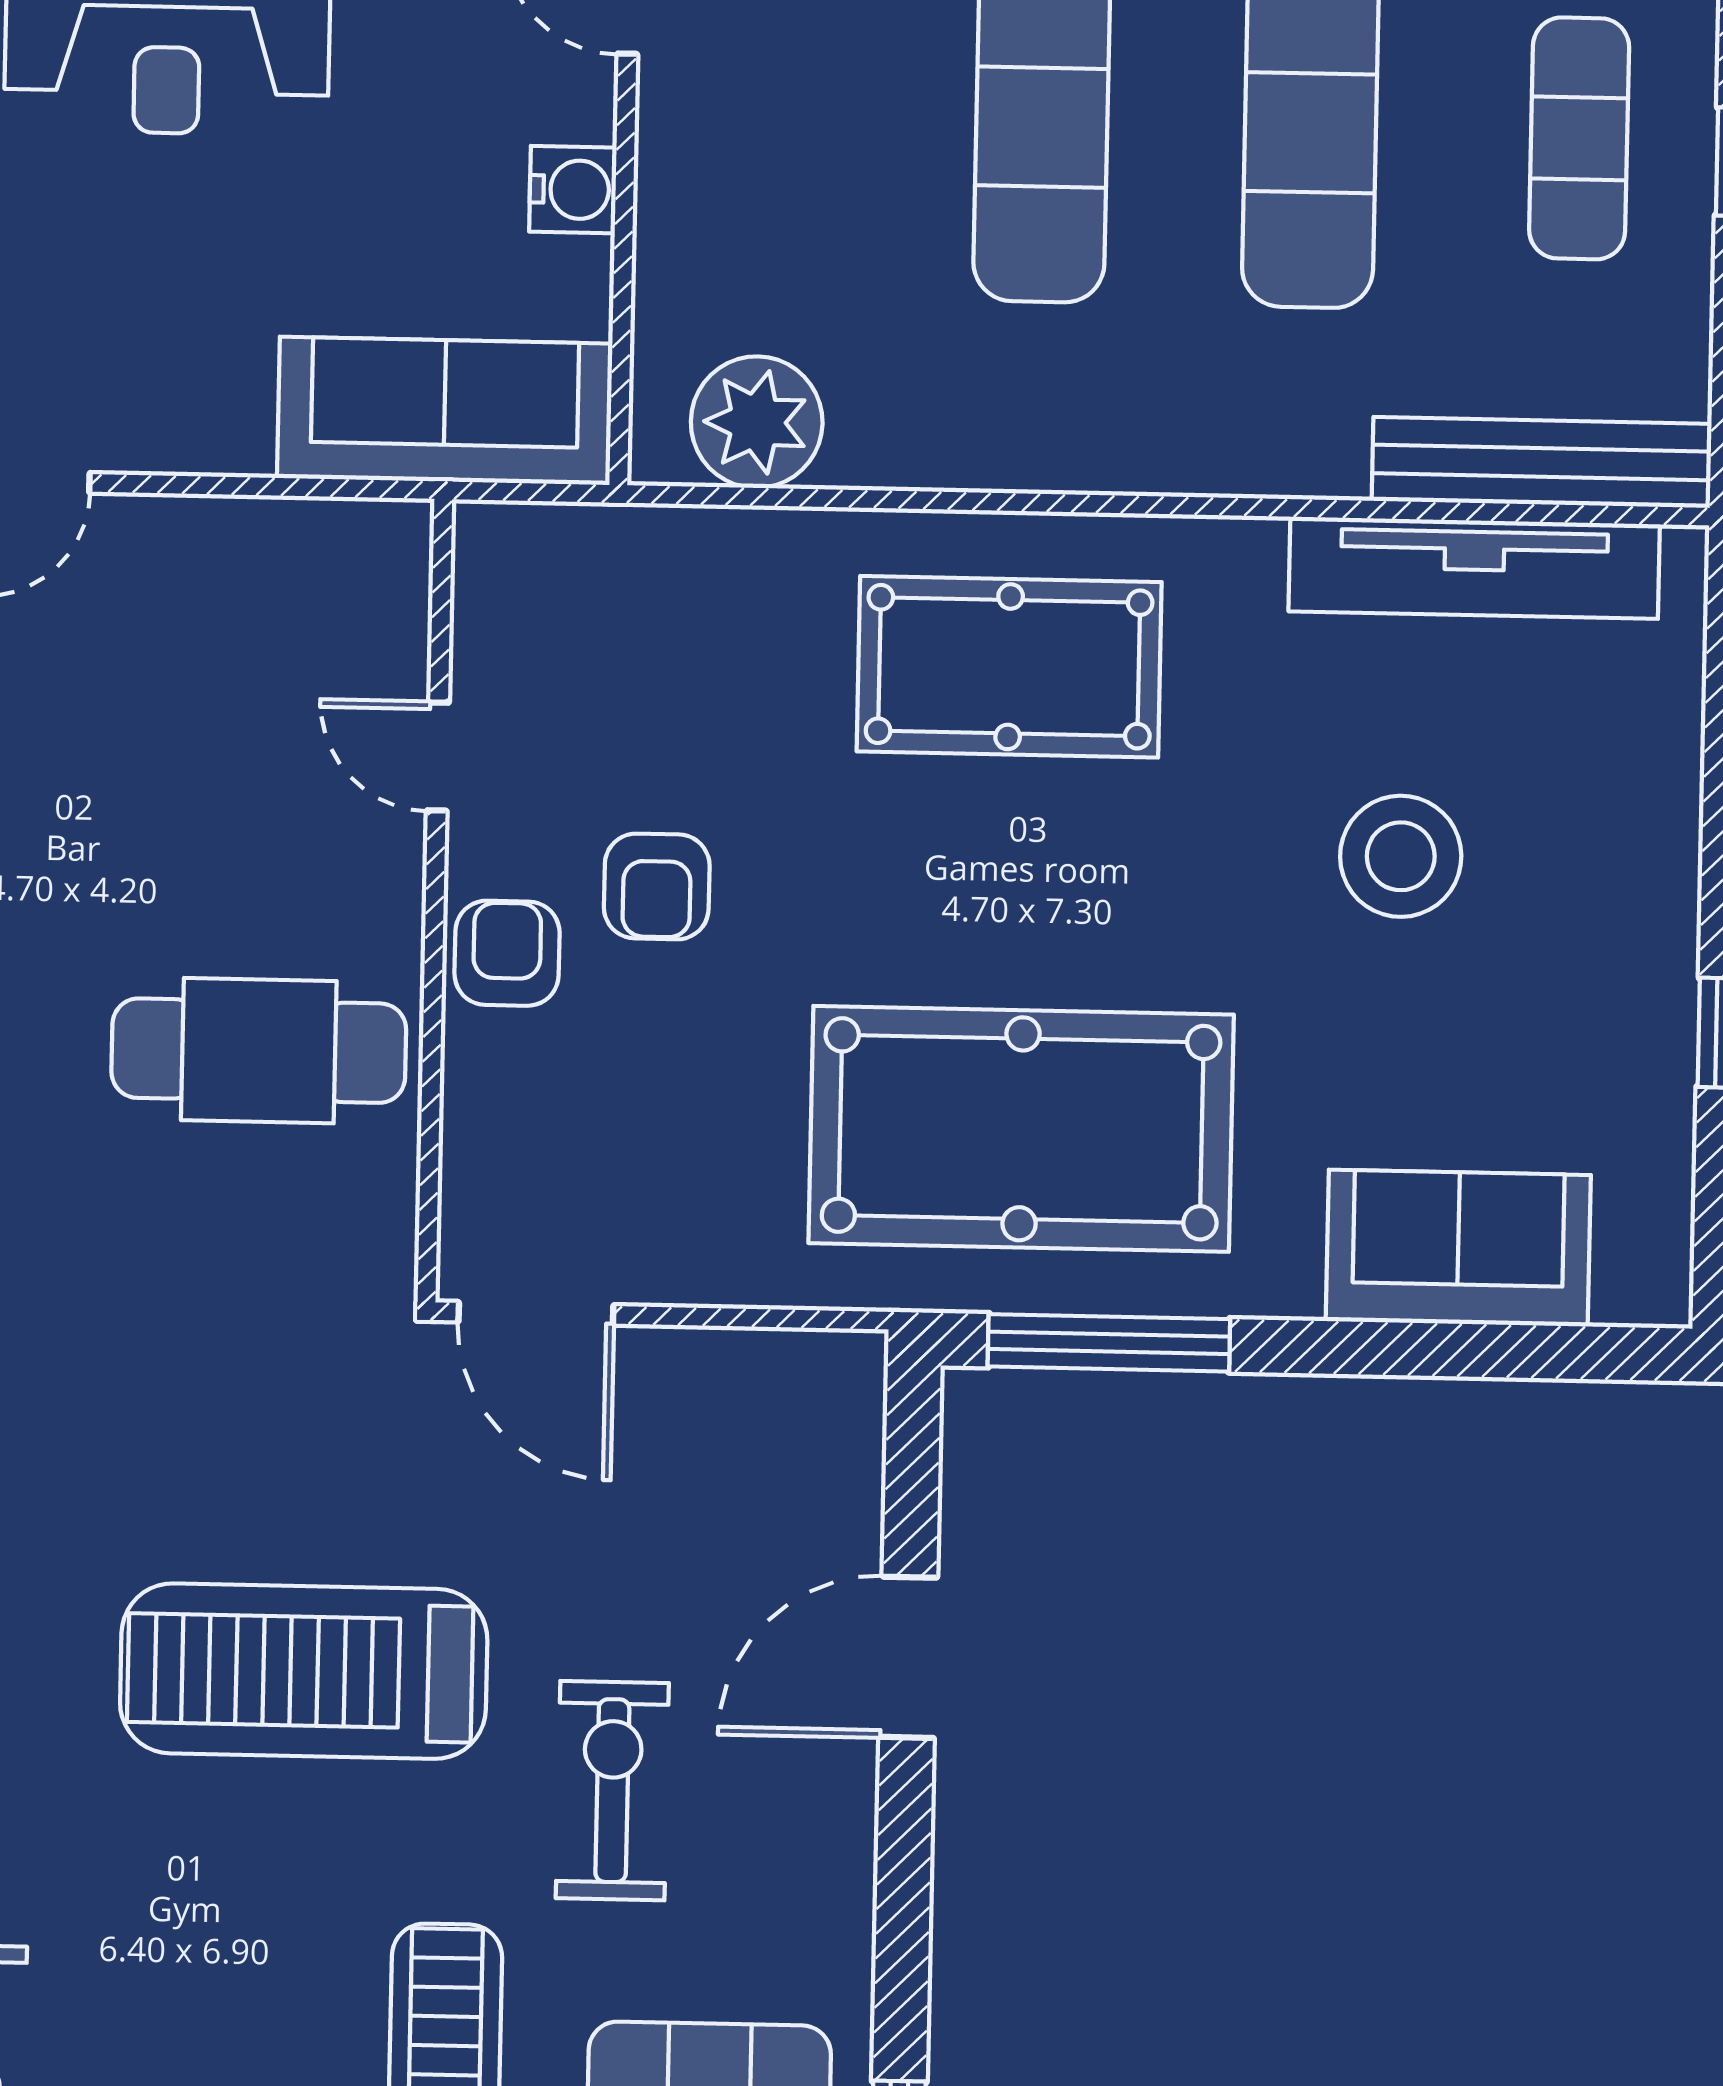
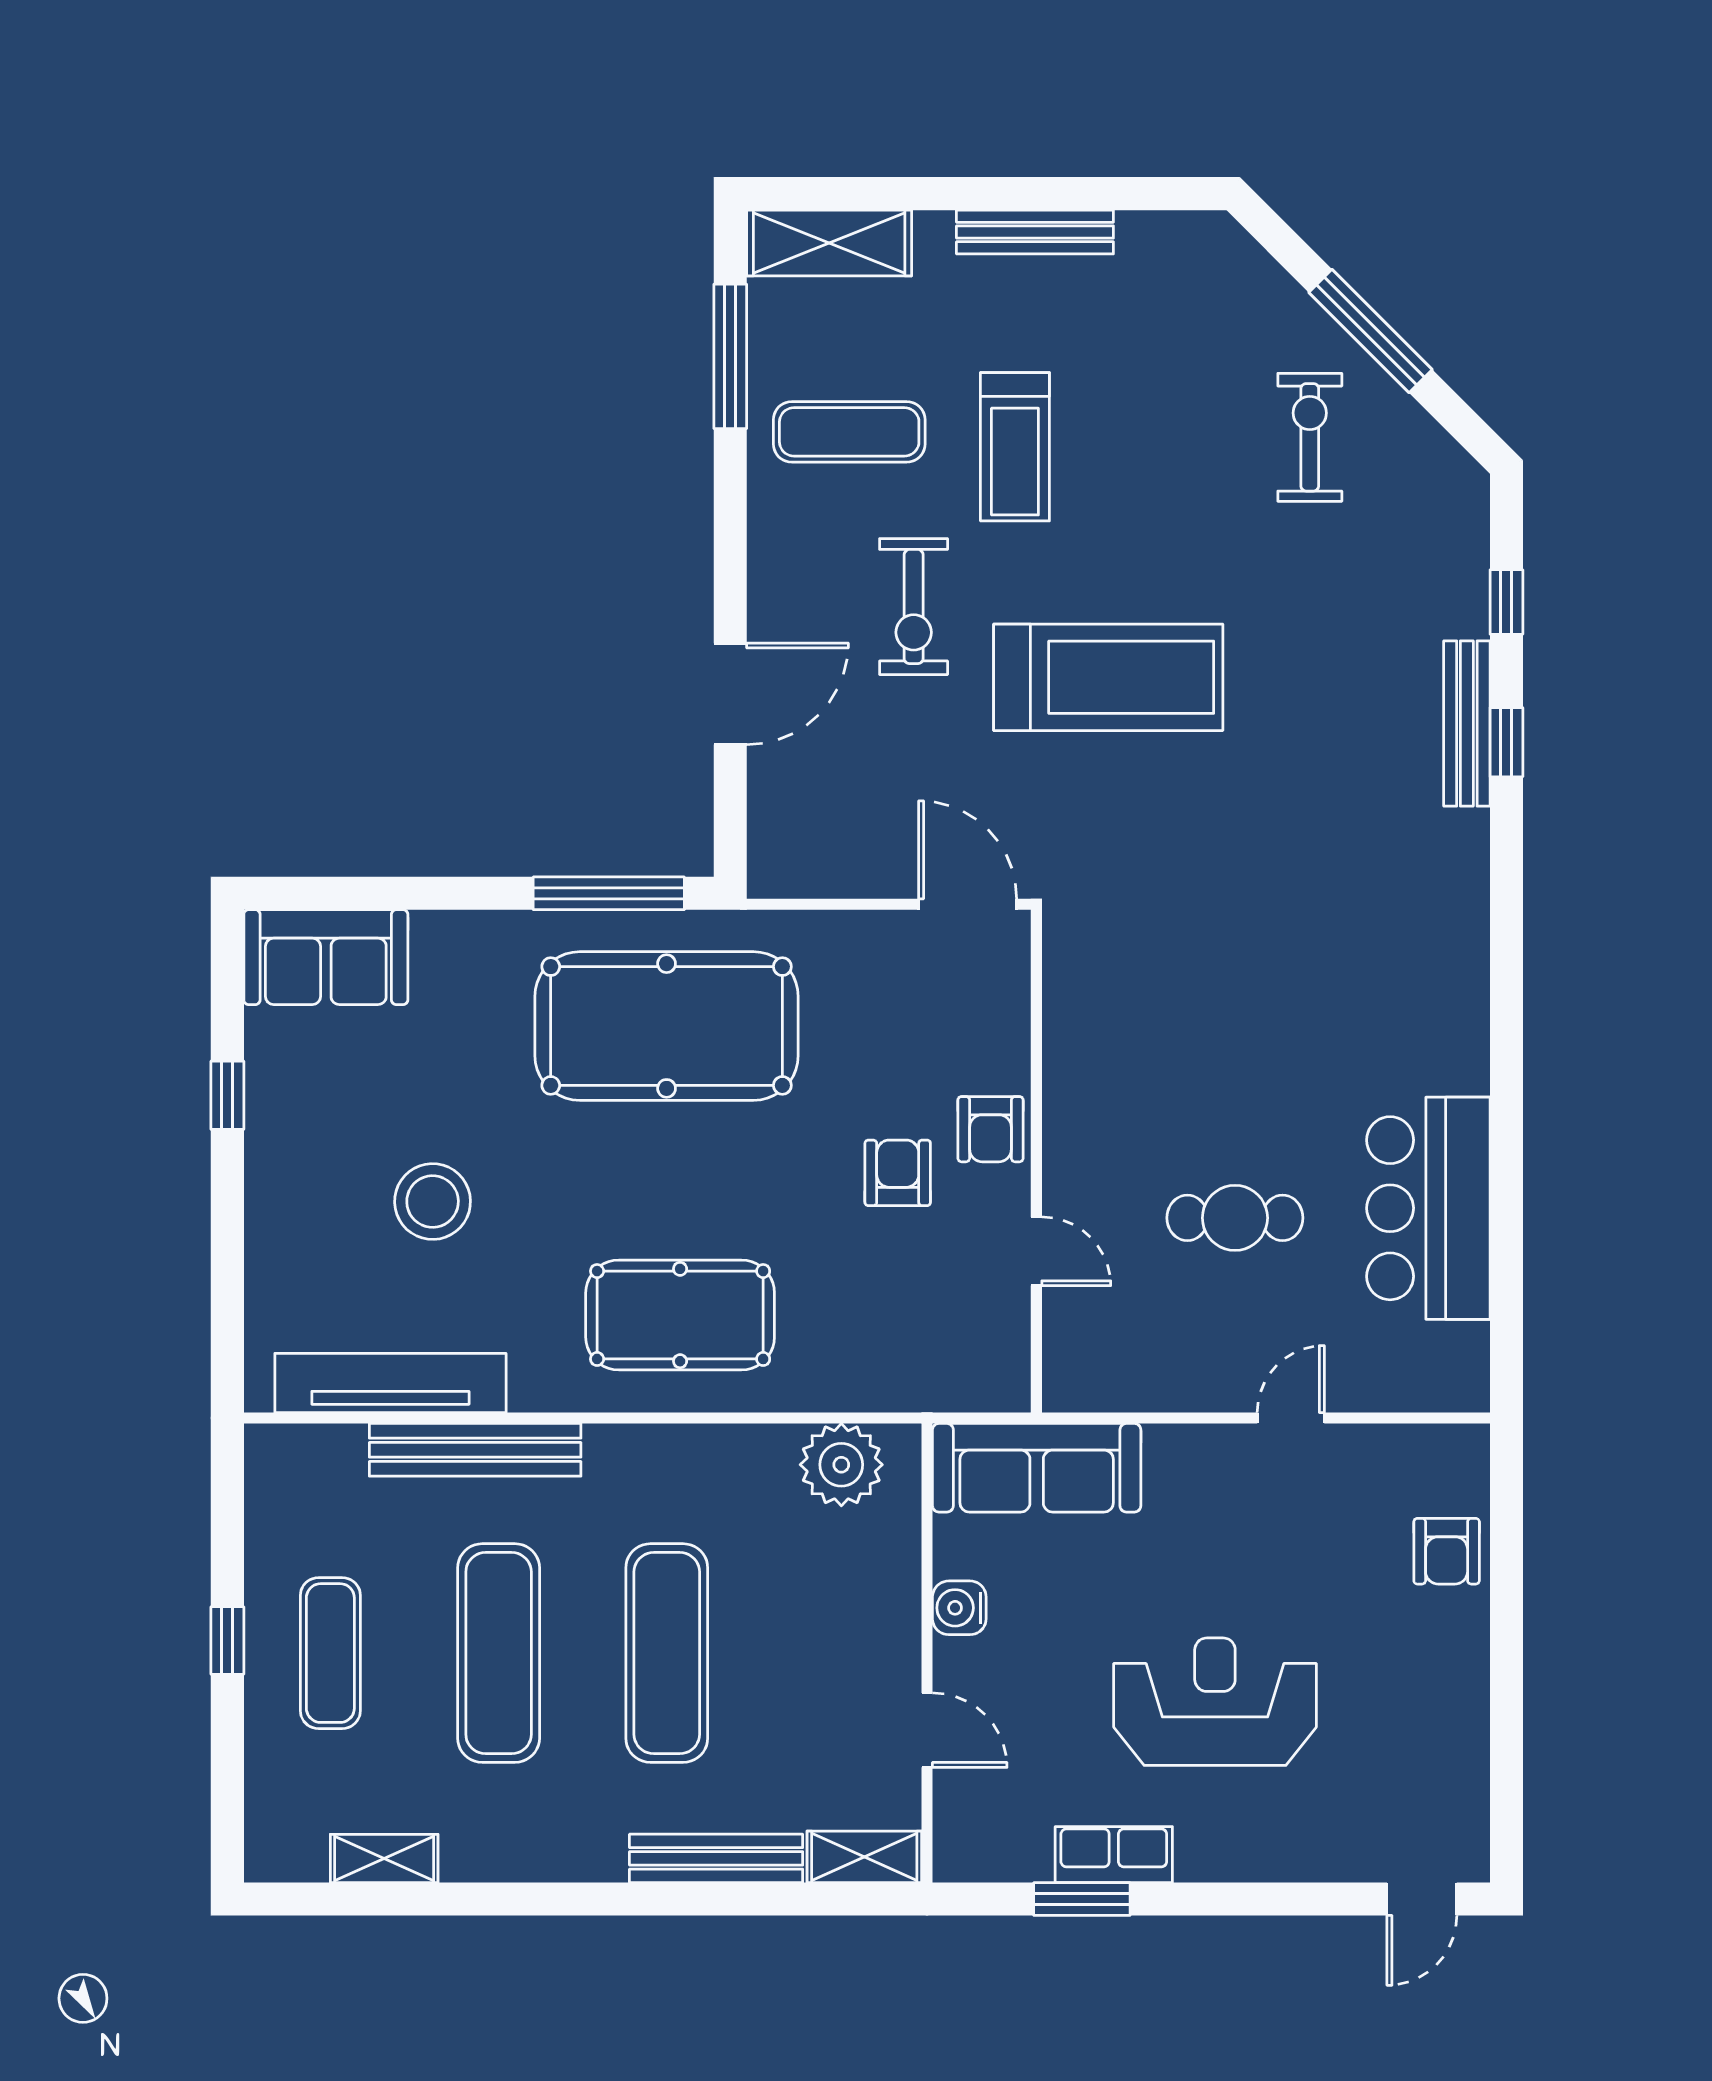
bench: (1542, 462) -> (475, 1450), moved
cafe table: (259, 1051) -> (1235, 1218), moved, width x0.73, depth x0.74
sofa: (1458, 1248) -> (326, 957), moved

